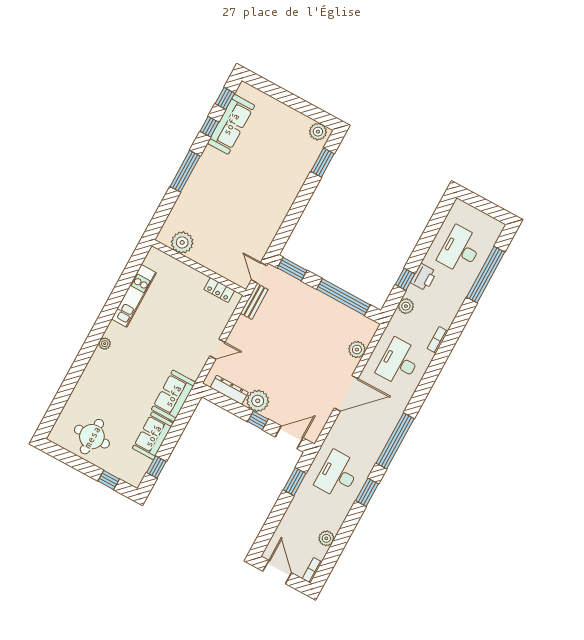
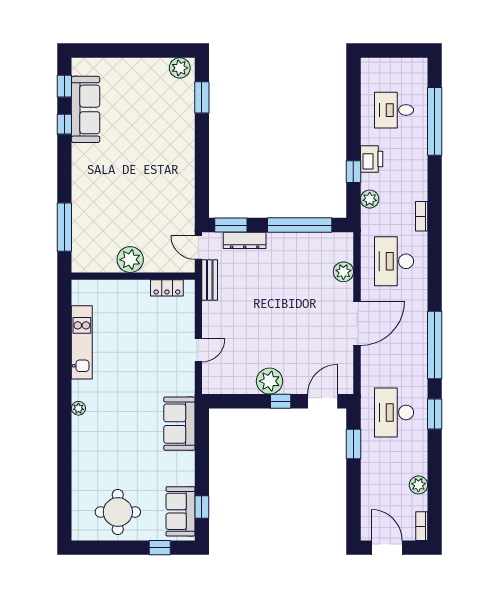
window: (185, 171) -> (64, 227), moved
plant: (182, 242) -> (130, 260), moved
desk: (460, 250) -> (394, 110), width x0.73
dresser: (229, 390) -> (245, 240), moved, turned 180
sofa: (153, 436) -> (181, 511), moved

